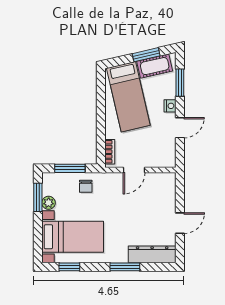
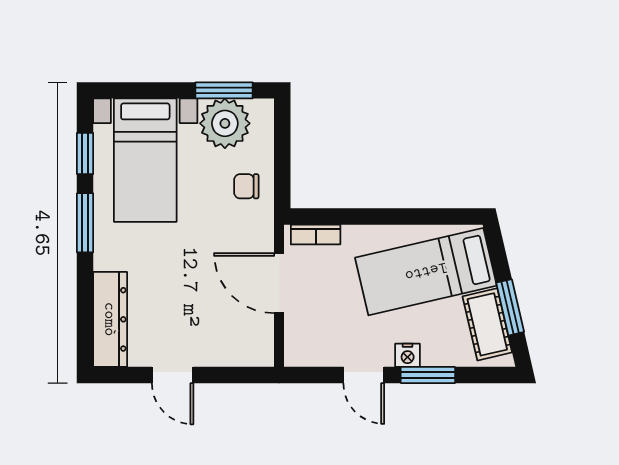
window: (180, 83) -> (428, 375), moved
window: (70, 168) -> (282, 154), removed
door: (134, 170) -> (279, 283), width x1.38
plant: (49, 203) -> (225, 123), width x1.87, depth x1.87
window: (125, 267) -> (85, 223), moved

